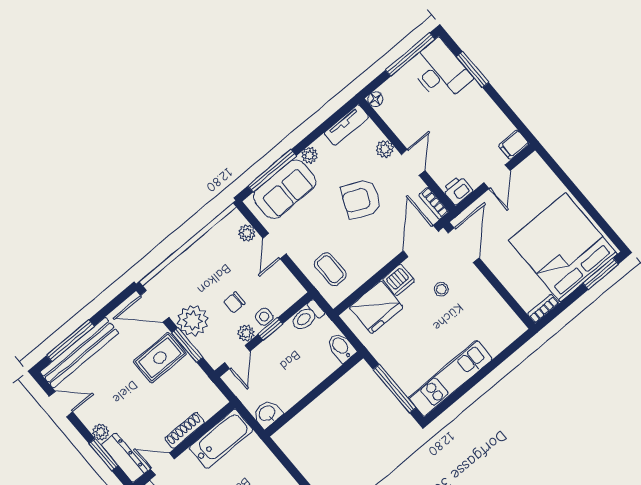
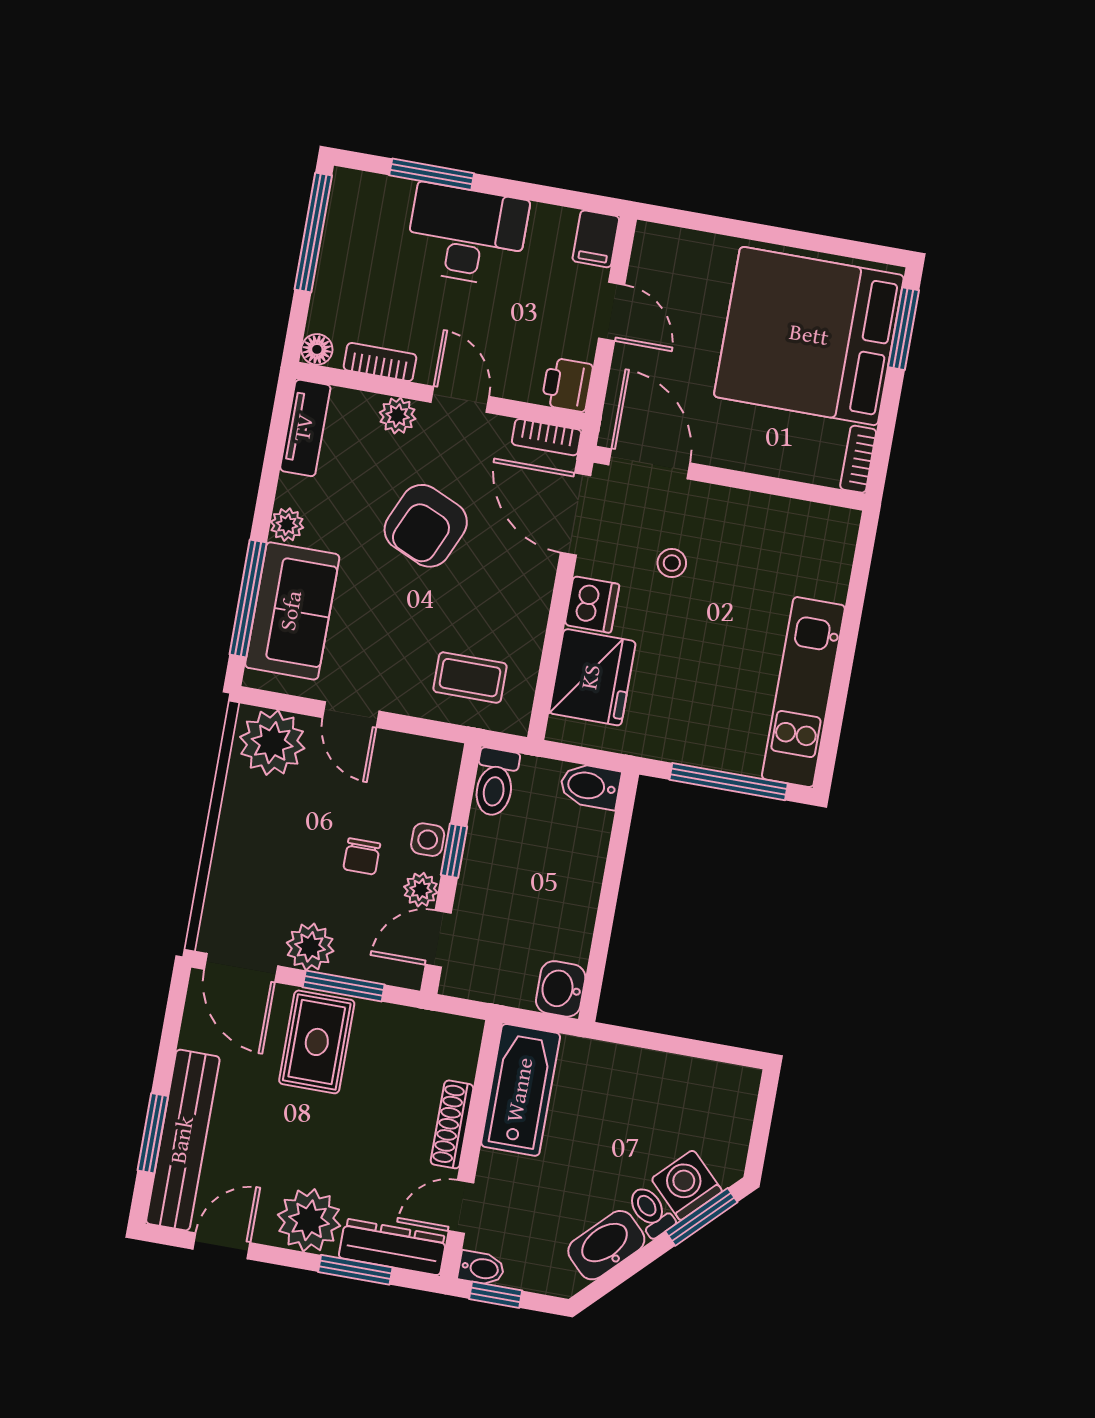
desk: (440, 71) -> (467, 235), moved
bookcase: (395, 124) -> (380, 362), added
plant: (247, 233) -> (272, 743), width x1.87, depth x1.87
door: (155, 306) -> (241, 968), hinge flipped
plant: (193, 321) -> (310, 947), width x0.73, depth x0.73
window: (70, 341) -> (153, 1133), width x0.69
door: (237, 357) -> (438, 939), swing flipped
plant: (101, 432) -> (309, 1220), width x1.88, depth x1.88

